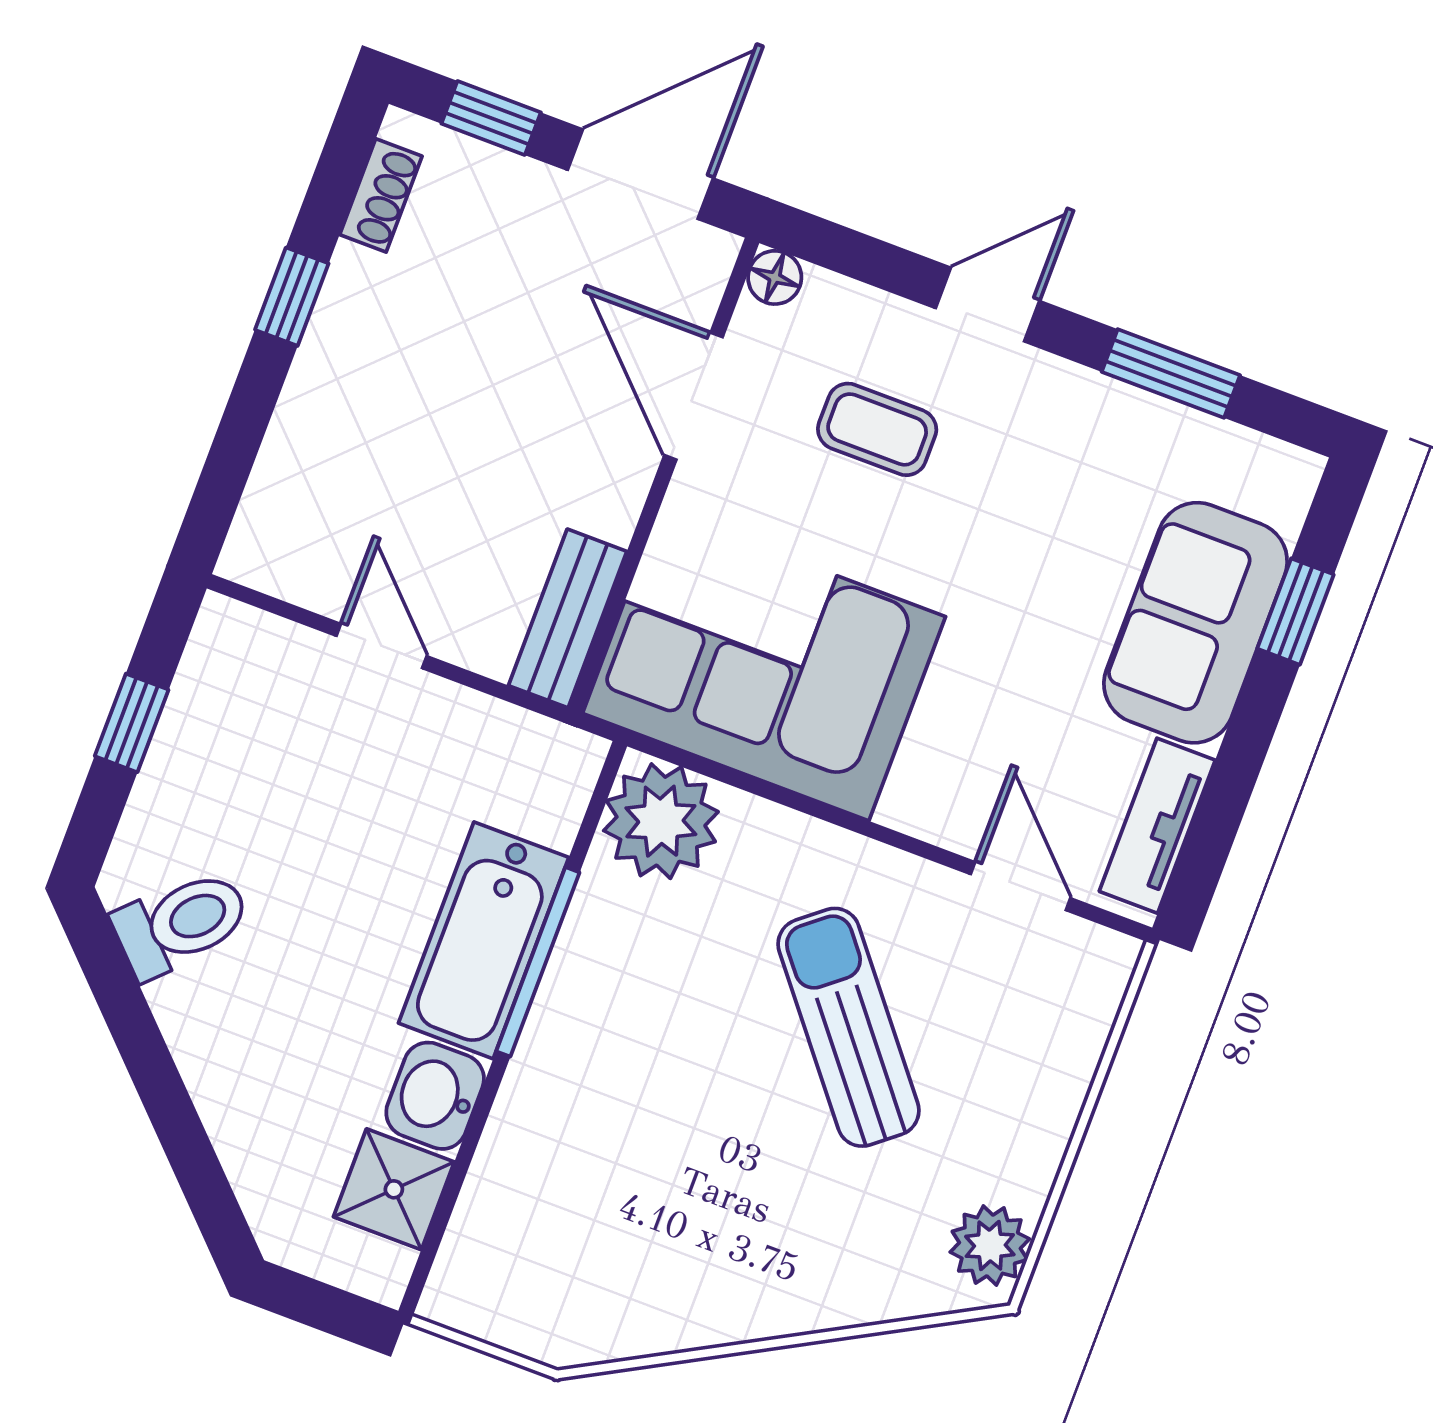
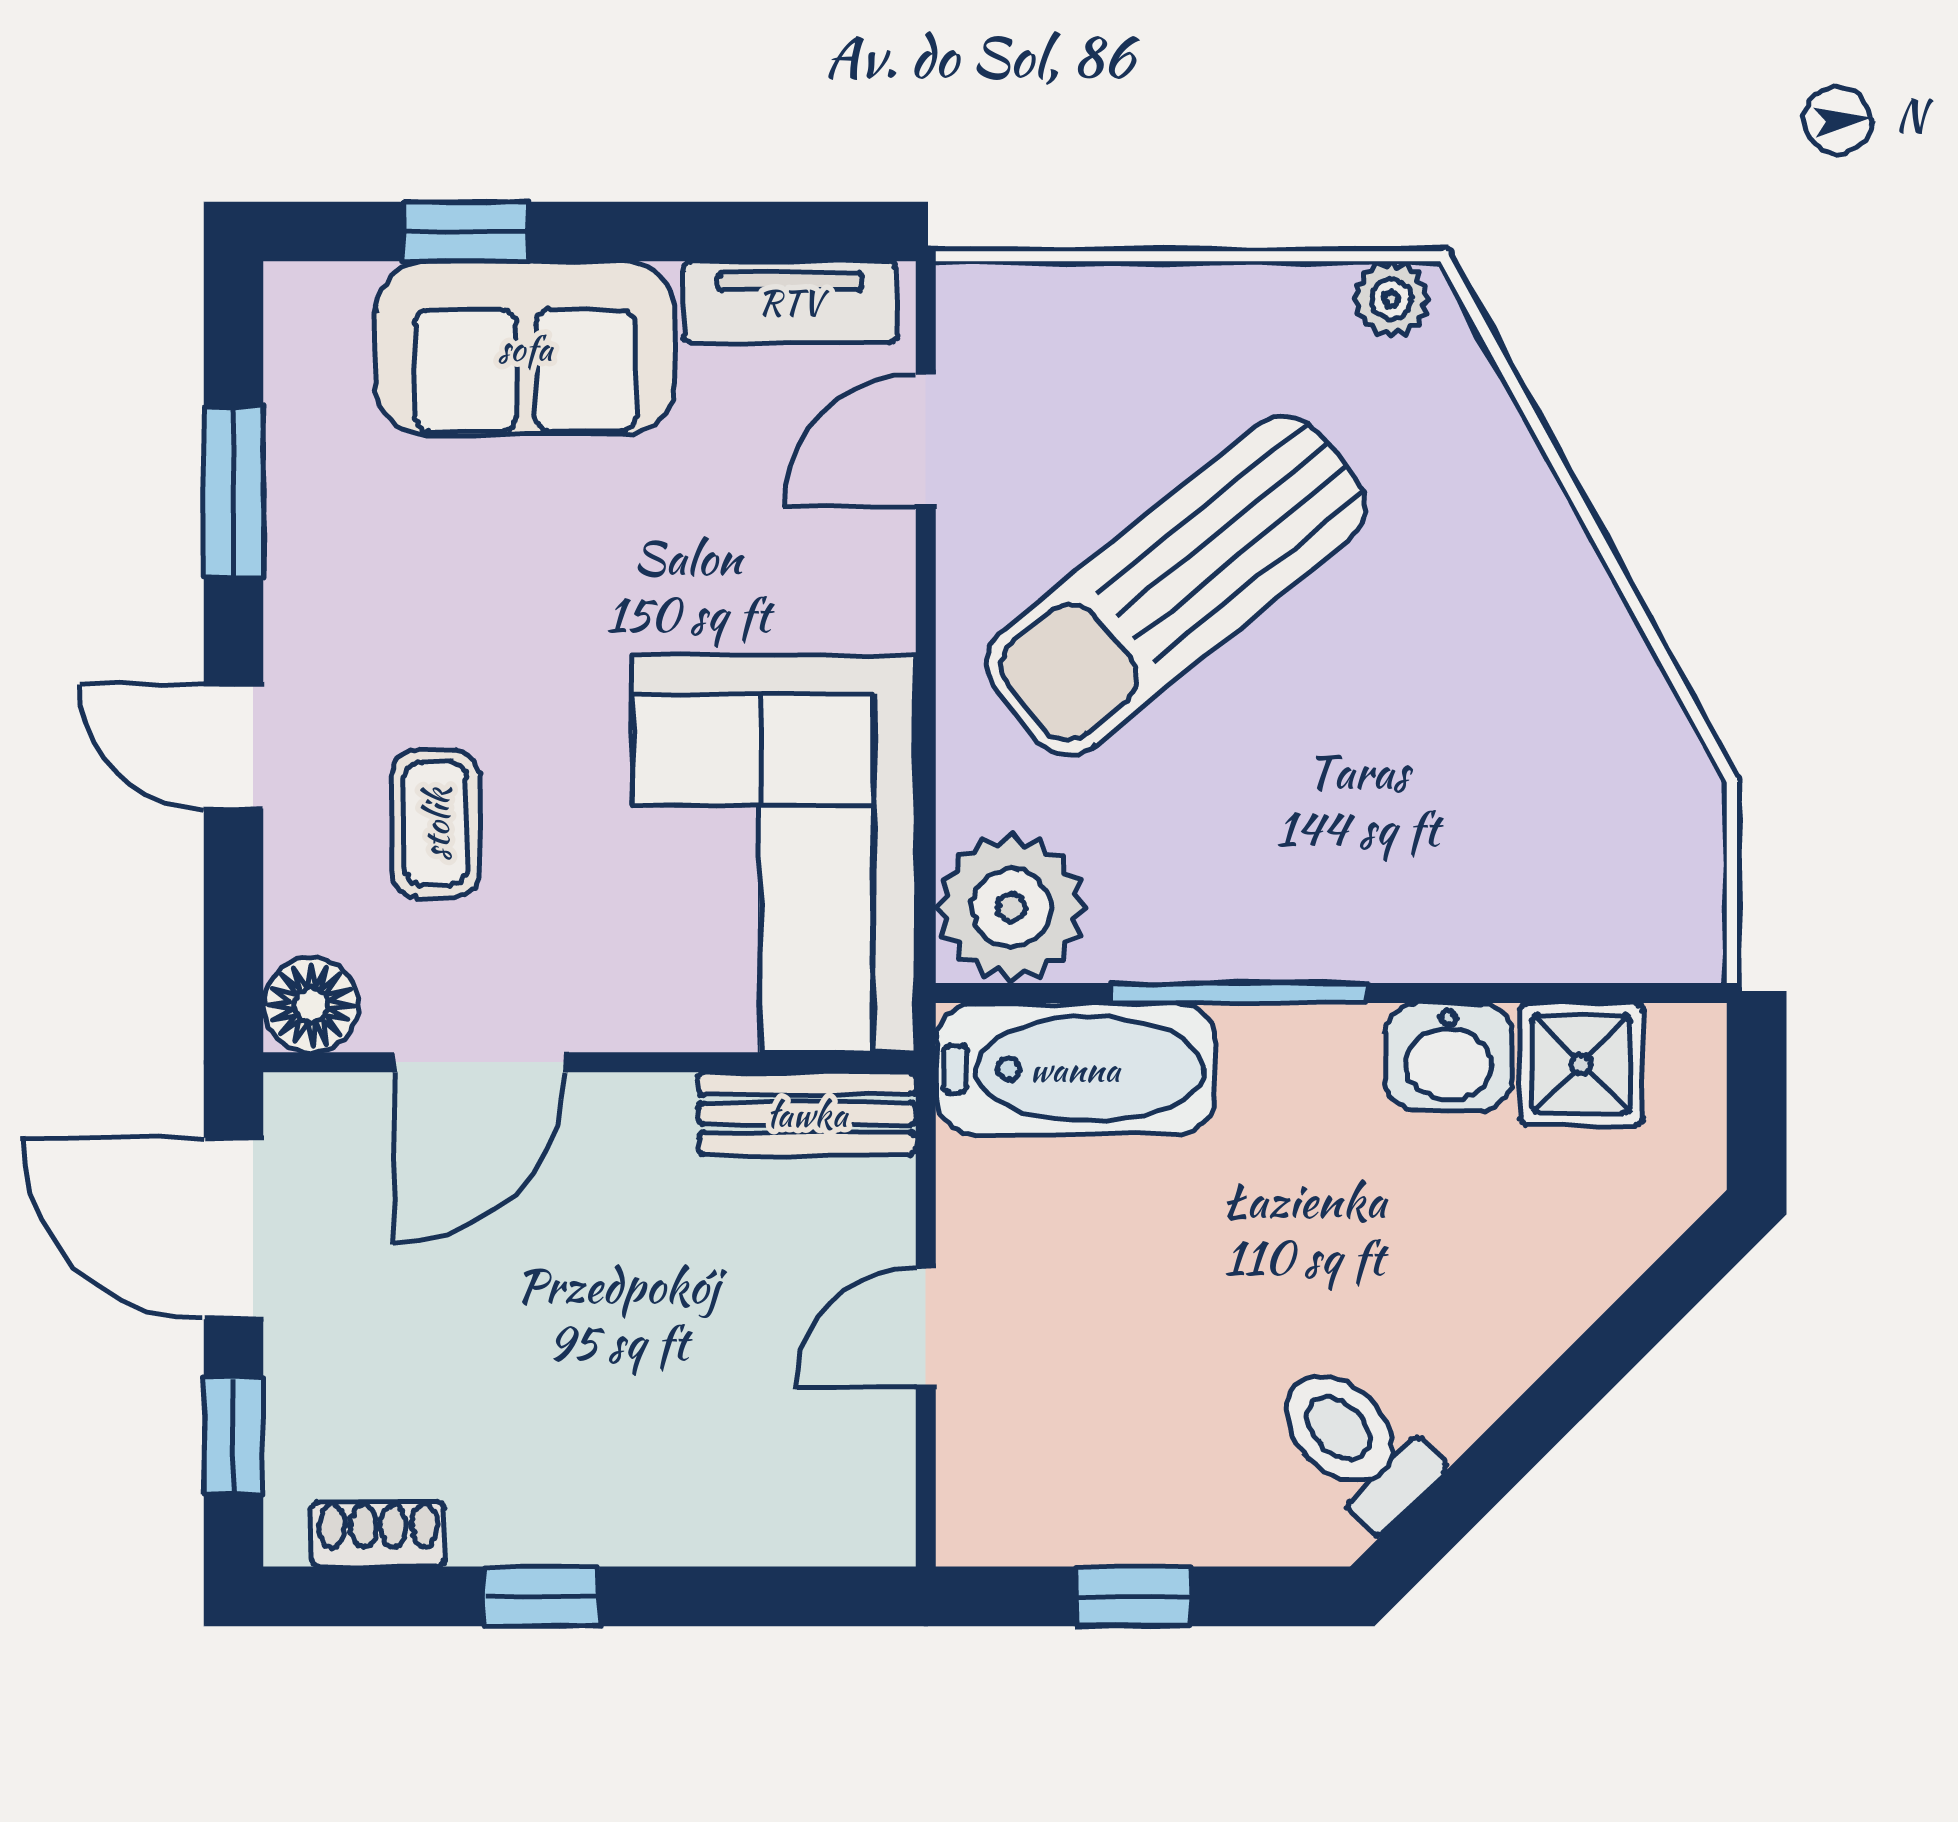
floor lamp: (775, 277) -> (311, 1005), width x1.37, depth x1.37
bathtub: (484, 940) -> (1075, 1069), moved
sun lounger: (849, 1027) -> (1176, 585), width x1.36, depth x1.34
plant: (990, 1246) -> (1391, 299), width x0.73, depth x0.73

